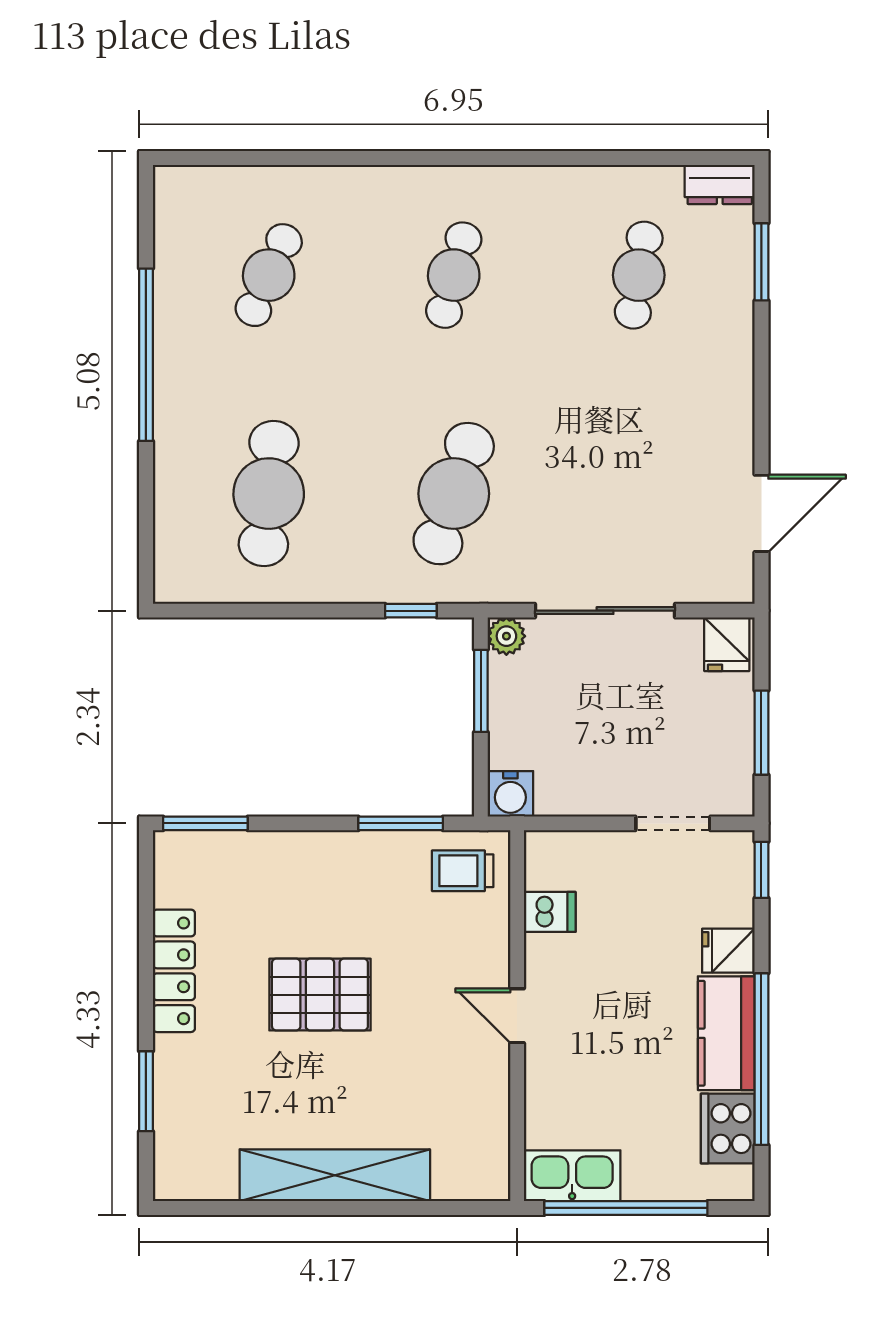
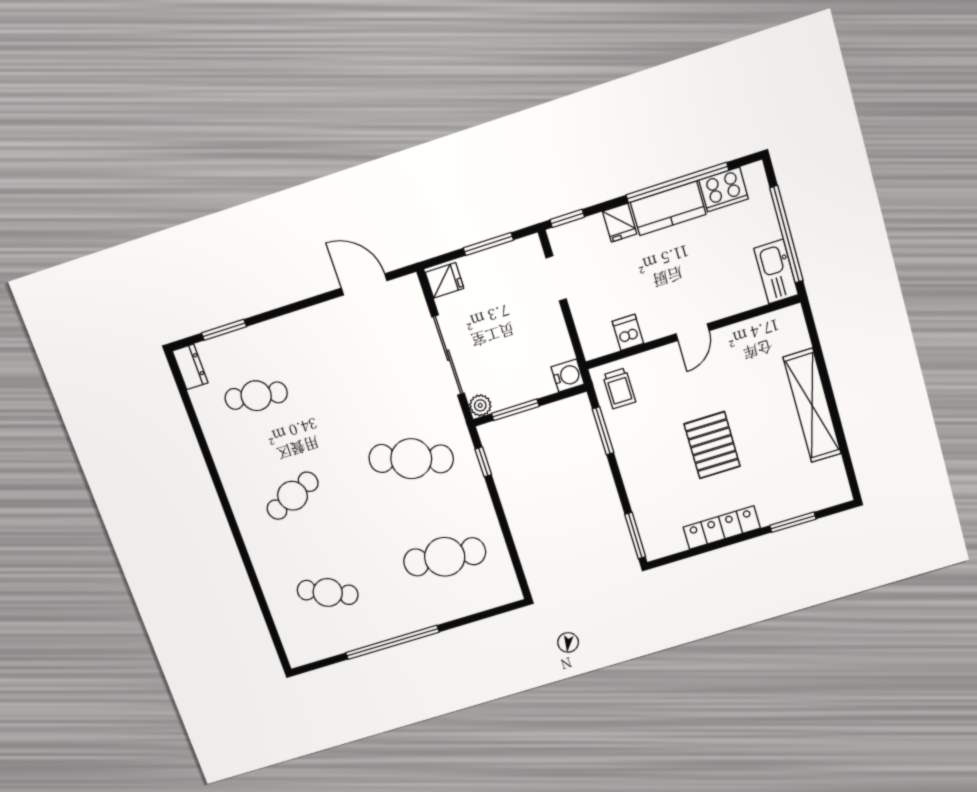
cafe table: (454, 275) -> (293, 496), turned -39

